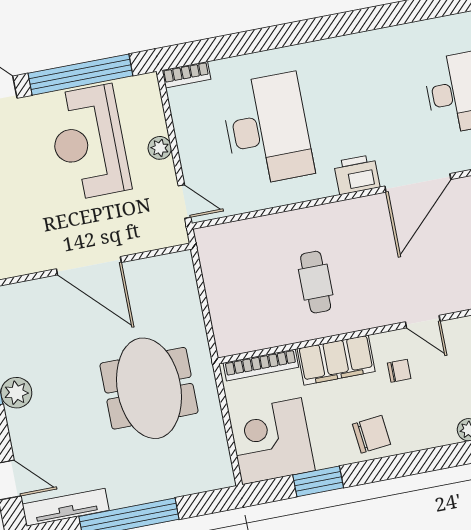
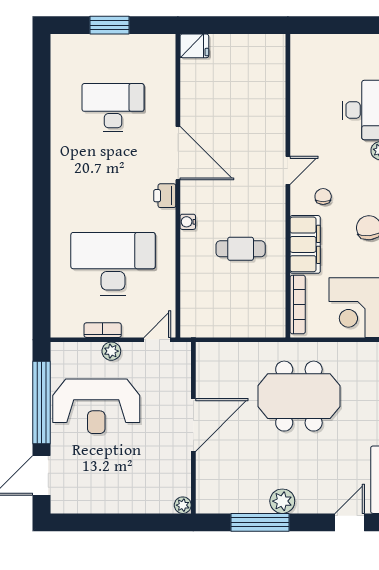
bookcase: (186, 75) -> (103, 330), moved, turned -90
printer: (357, 175) -> (165, 196), width x0.73, depth x0.81
water cooler: (336, 211) -> (188, 222), added

